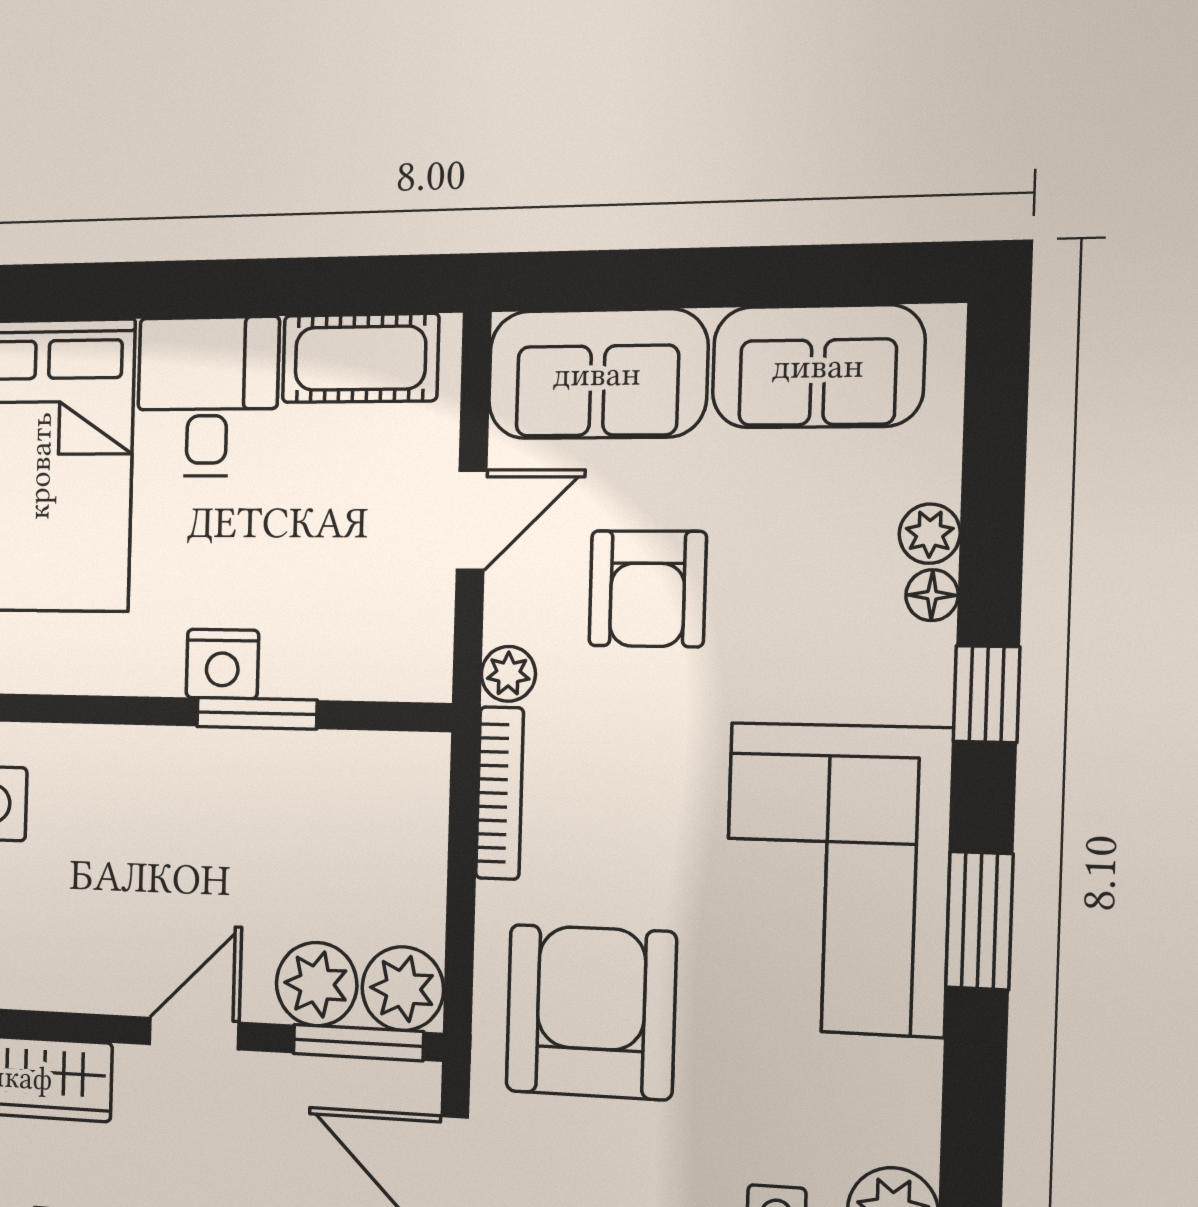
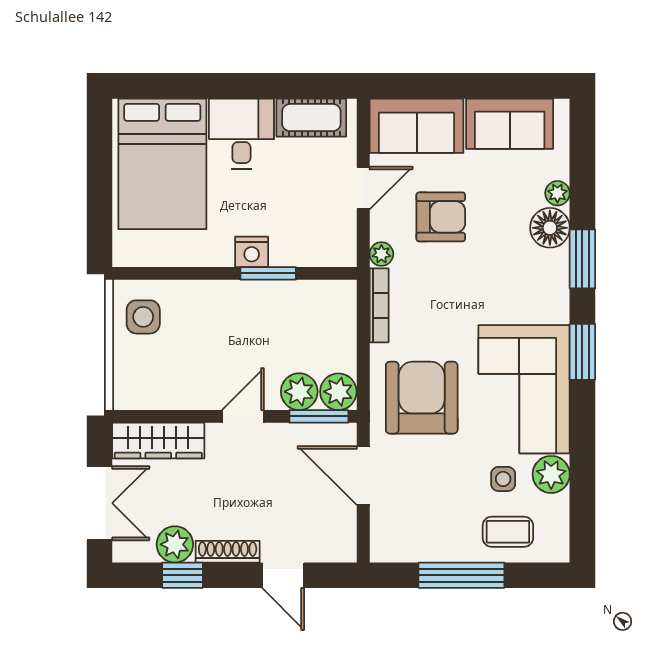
armchair: (647, 589) -> (441, 217), turned -90
floor lamp: (932, 595) -> (550, 228), width x1.89, depth x1.89
window: (987, 694) -> (582, 259), width x1.50
corner sofa: (837, 879) -> (524, 389), moved

